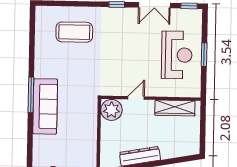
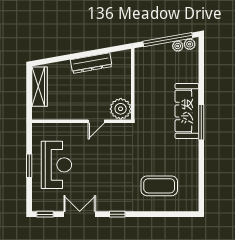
reception desk: (177, 55) -> (56, 165), turned 180
wardrobe: (175, 108) -> (39, 87), moved, turned 90

